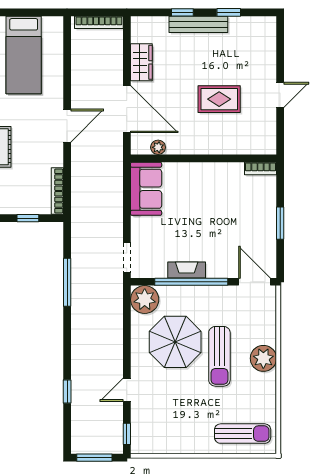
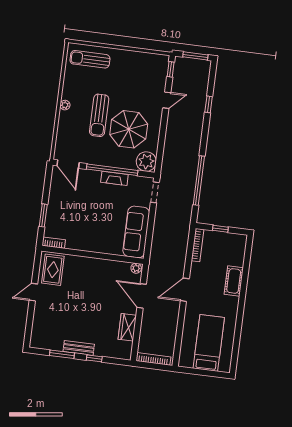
window: (229, 12) -> (62, 354), width x1.50
bench: (198, 24) -> (79, 348), width x0.73
rug: (219, 99) -> (53, 270), moved, turned 90
door: (127, 109) -> (142, 296), width x0.73
plant: (158, 147) -> (136, 268), moved
sofa: (146, 189) -> (136, 232), width x1.36
window: (280, 223) -> (43, 215), moved
window: (67, 282) -> (199, 181), width x1.46
sun lounger: (219, 356) -> (99, 115), turned 180
plant: (263, 358) -> (65, 105), width x0.53, depth x0.53

